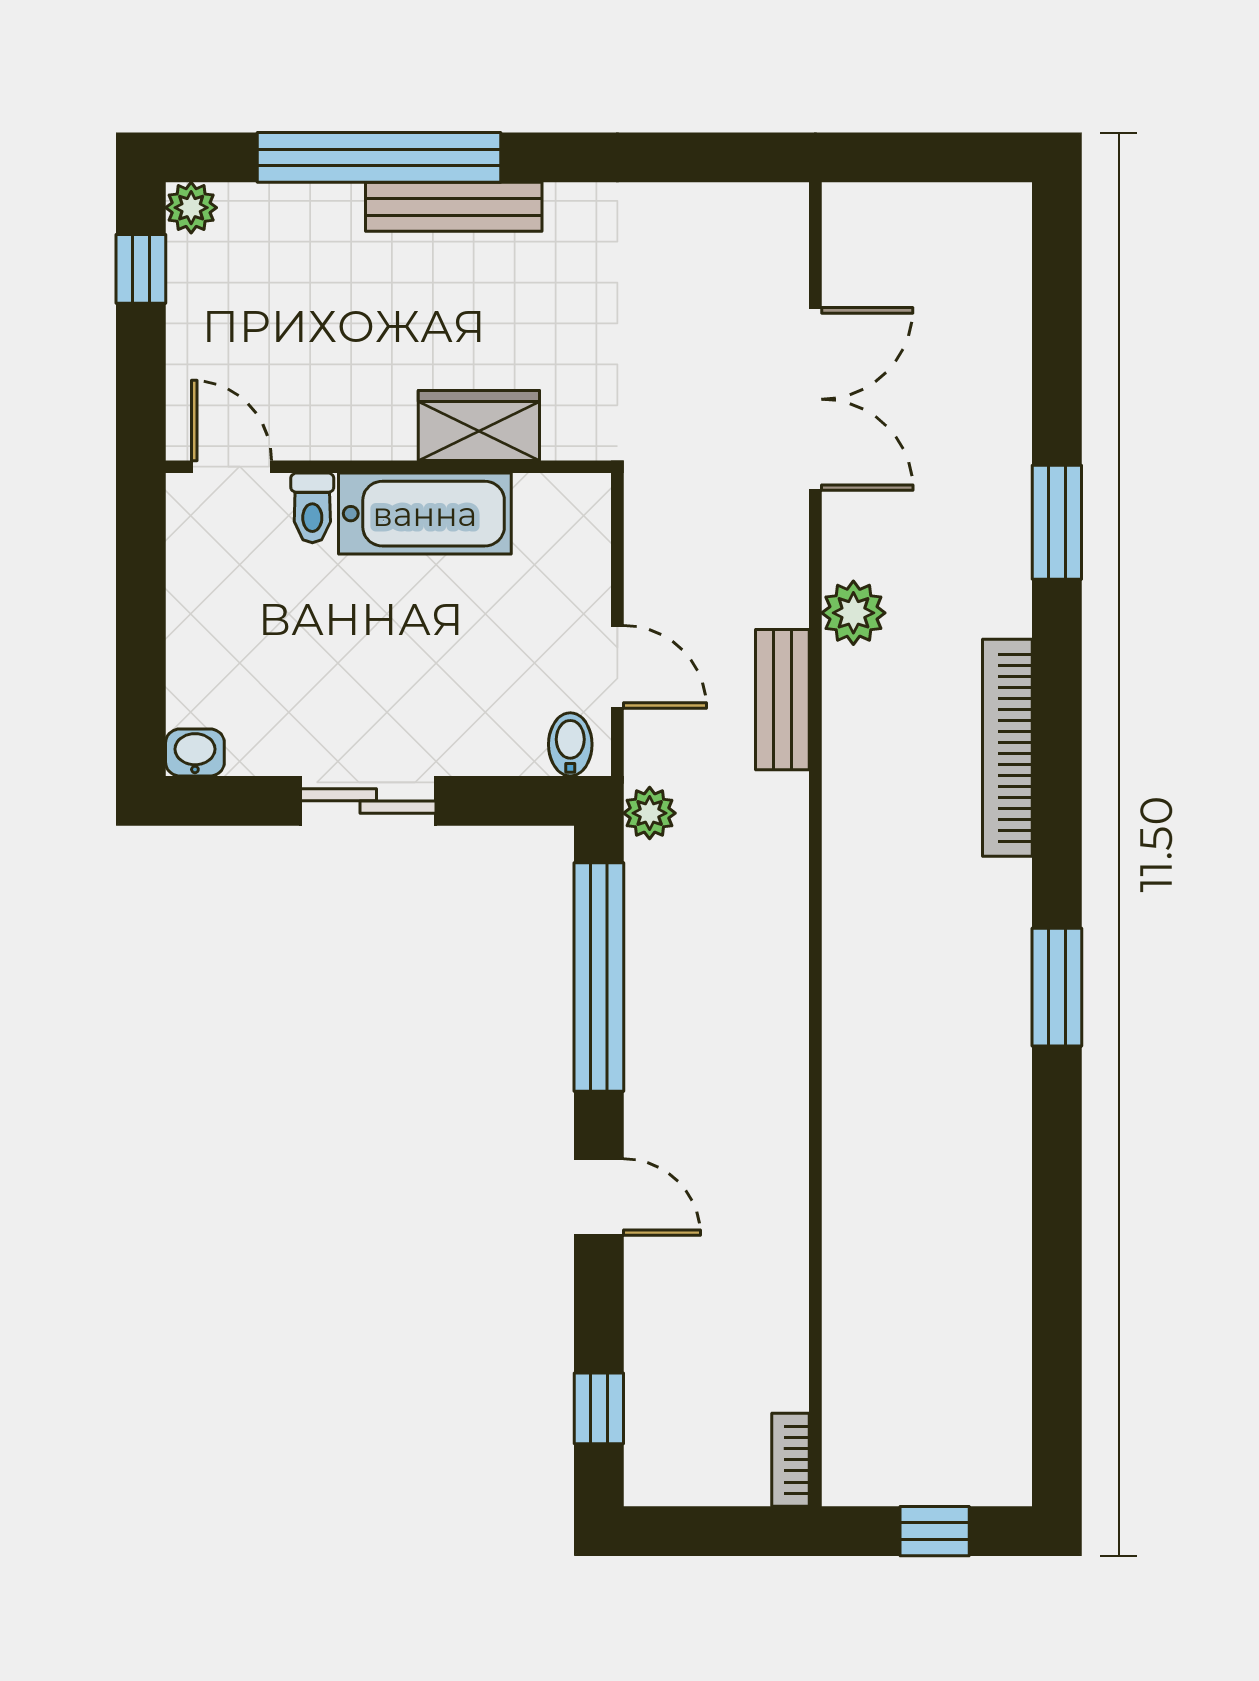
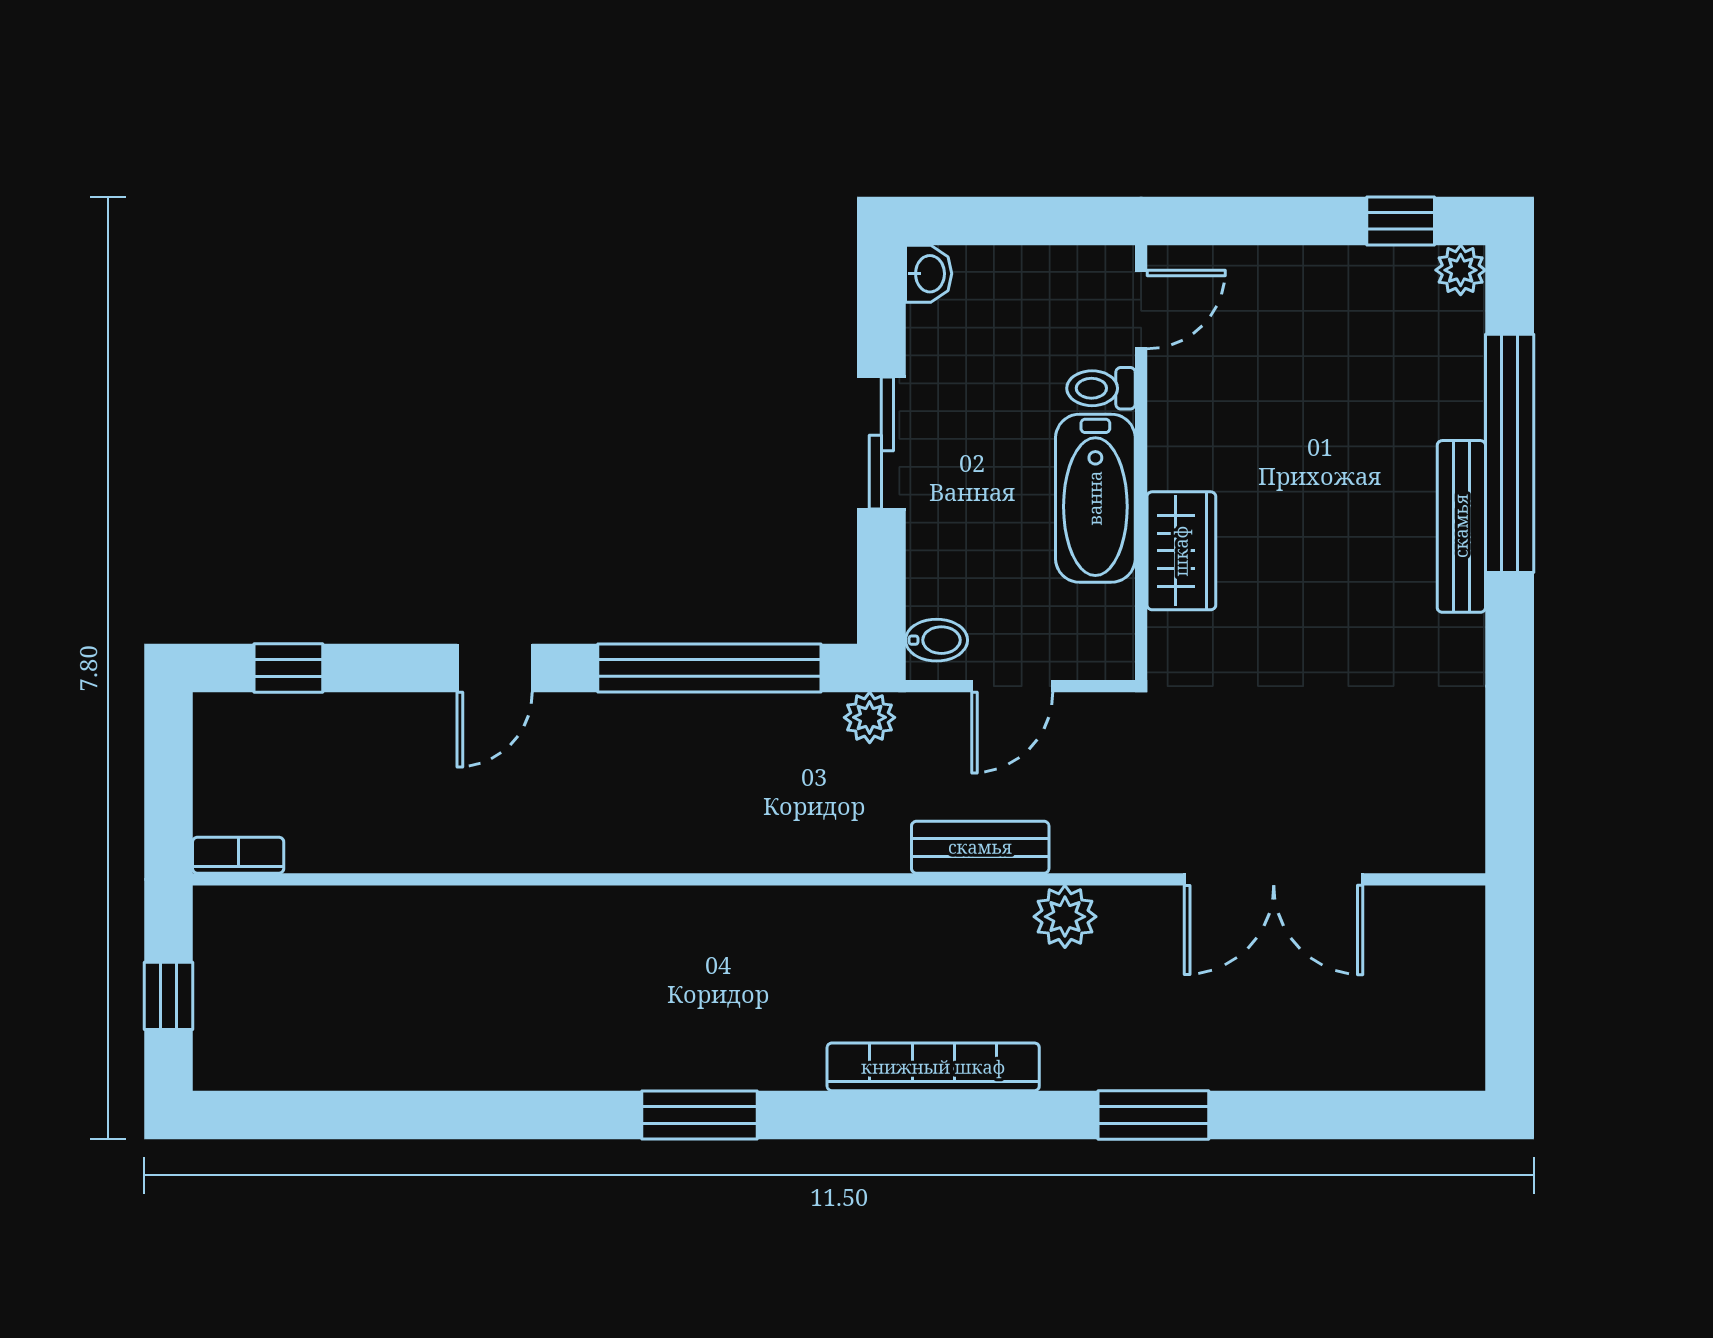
wardrobe: (479, 425) -> (1181, 551), moved
door: (232, 467) -> (1141, 309), moved
wall: (388, 467) -> (1141, 463), moved
toilet: (312, 508) -> (1101, 388), moved
bathtub: (425, 514) -> (1095, 498), moved

